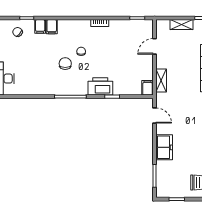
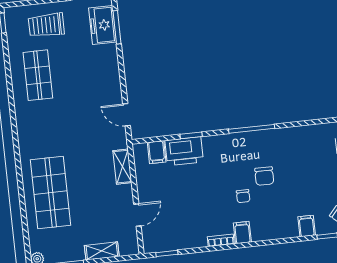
filing cabinet: (52, 27) -> (242, 233), moved
printer: (100, 86) -> (184, 151), moved
filing cabinet: (148, 88) -> (157, 152), moved
freezer: (164, 147) -> (103, 25), moved

